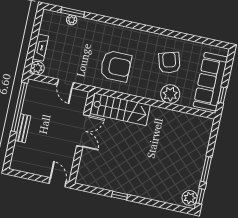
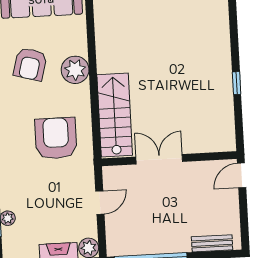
armchair: (169, 63) -> (30, 64), turned -59
plant: (170, 94) -> (75, 70), moved
bench: (23, 128) -> (212, 243), moved

